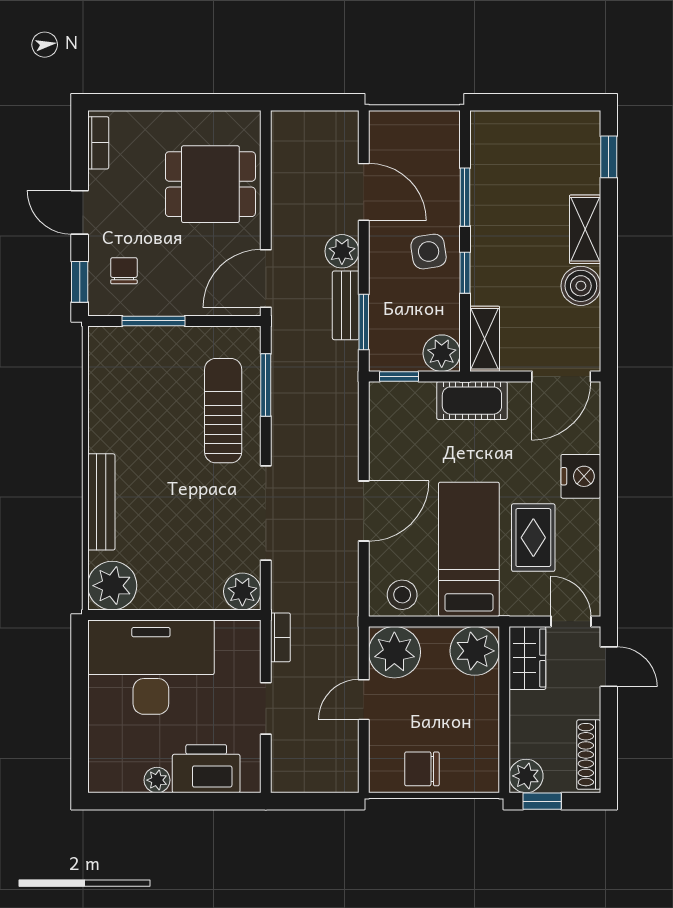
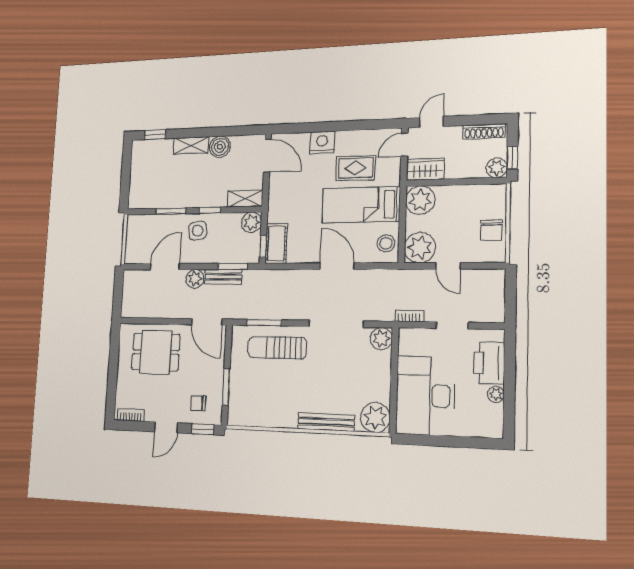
dining table: (210, 184) -> (156, 352), turned 90
cot: (472, 401) -> (276, 243), moved

